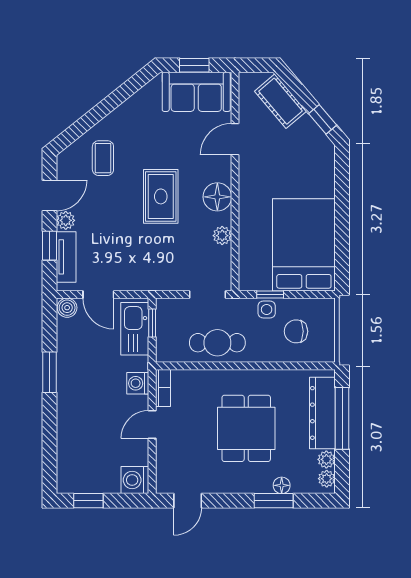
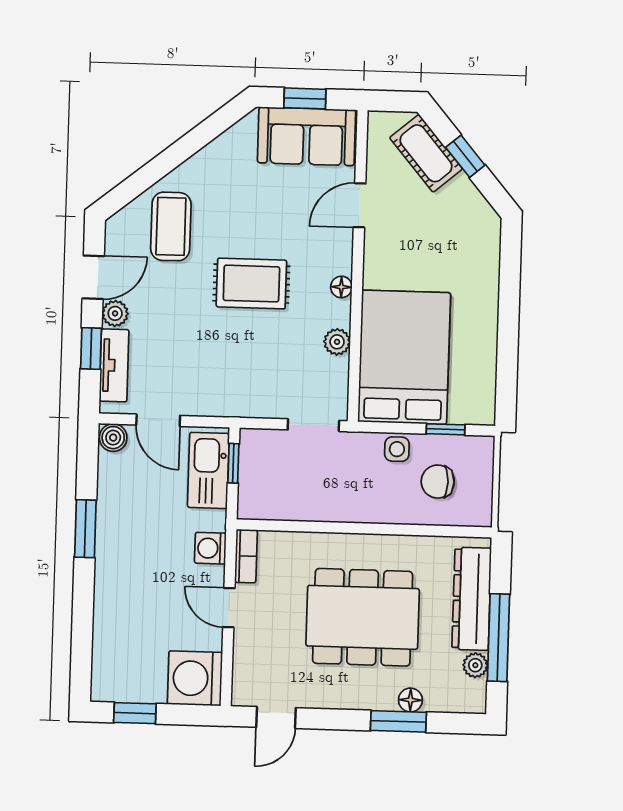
window: (323, 119) -> (465, 156), moved
coffee table: (103, 158) -> (171, 226), width x1.36, depth x1.30
rug: (161, 196) -> (251, 284), turned 90
floor lamp: (217, 197) -> (341, 287), width x0.53, depth x0.53
bed: (304, 245) -> (404, 357), moved
window: (270, 295) -> (446, 429), moved
cafe table: (217, 343) -> (325, 494), removed
window: (342, 418) -> (498, 638), moved
door: (152, 425) -> (229, 608), hinge flipped
dining table: (246, 428) -> (363, 617), width x1.38
plant: (327, 479) -> (475, 692), removed
washing machine: (135, 480) -> (195, 678), width x1.37, depth x1.37

